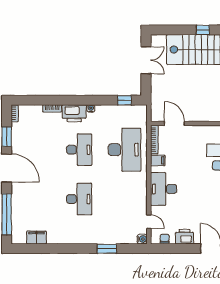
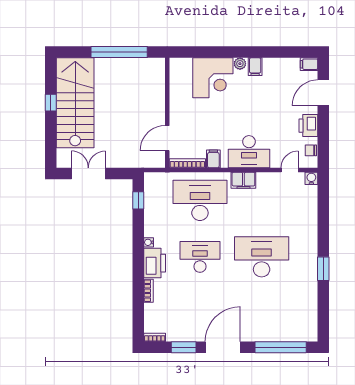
desk: (79, 199) -> (262, 257), width x1.36, depth x1.30
filing cabinet: (36, 238) -> (243, 180), moved, turned -90
window: (107, 249) -> (323, 269), moved

